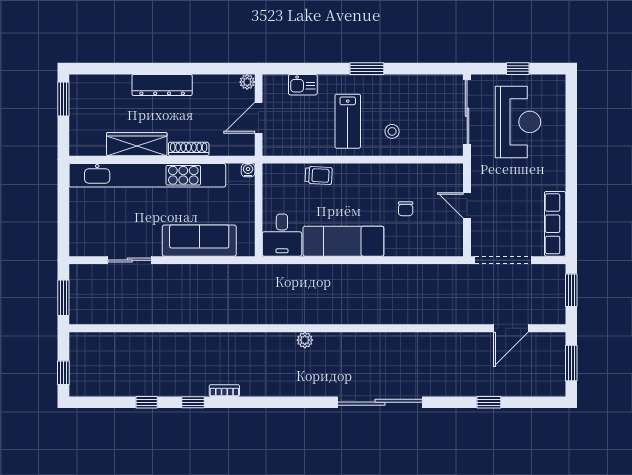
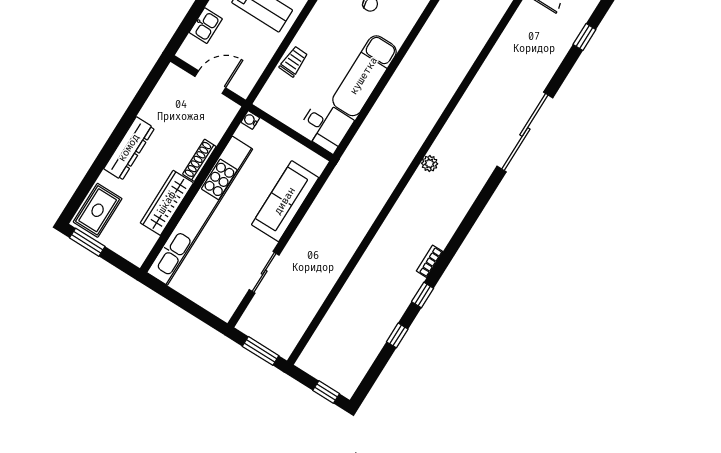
plant: (247, 82) -> (173, 72), removed
rug: (95, 91) -> (98, 210), added
door: (259, 118) -> (210, 82), swing flipped

